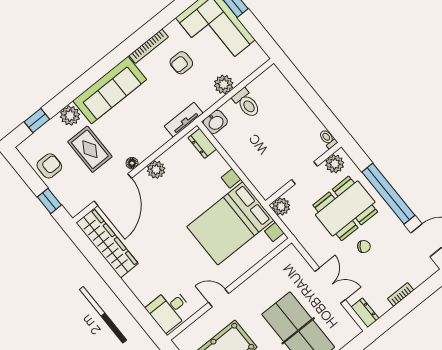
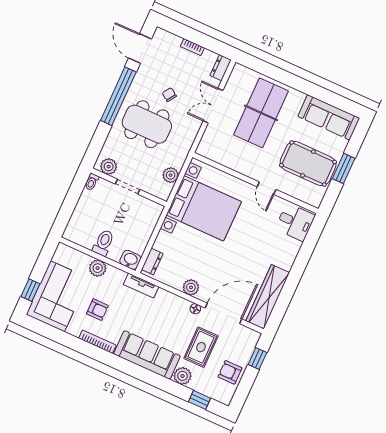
toilet: (328, 139) -> (92, 182), moved
plant: (335, 164) -> (109, 167), moved
doorway: (304, 173) -> (128, 187), moved
wall: (303, 174) -> (129, 187), moved

